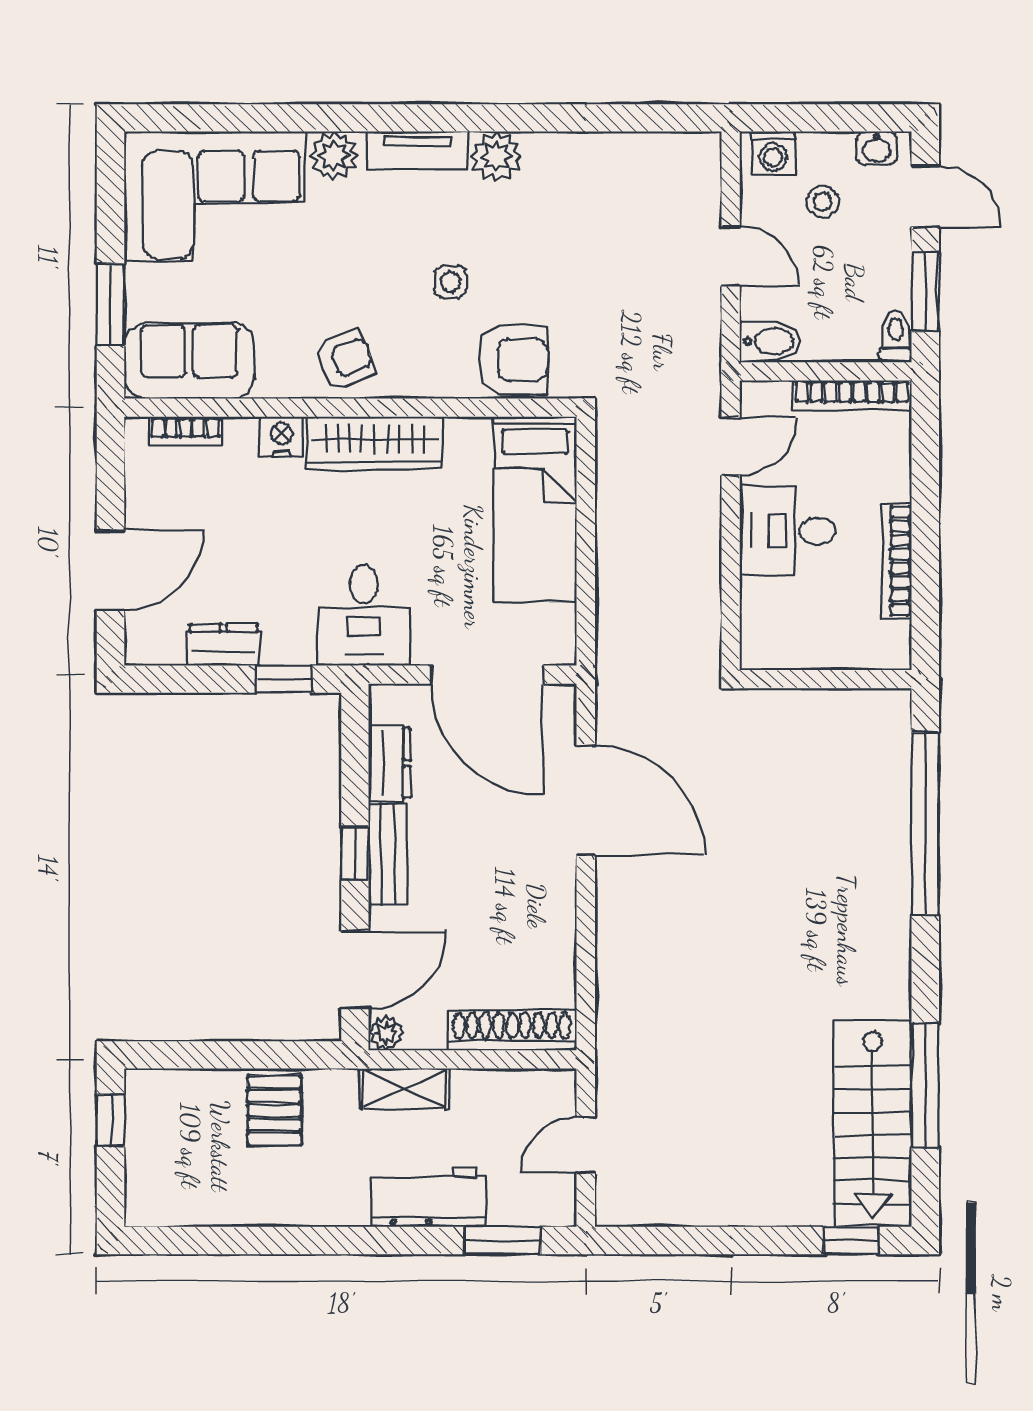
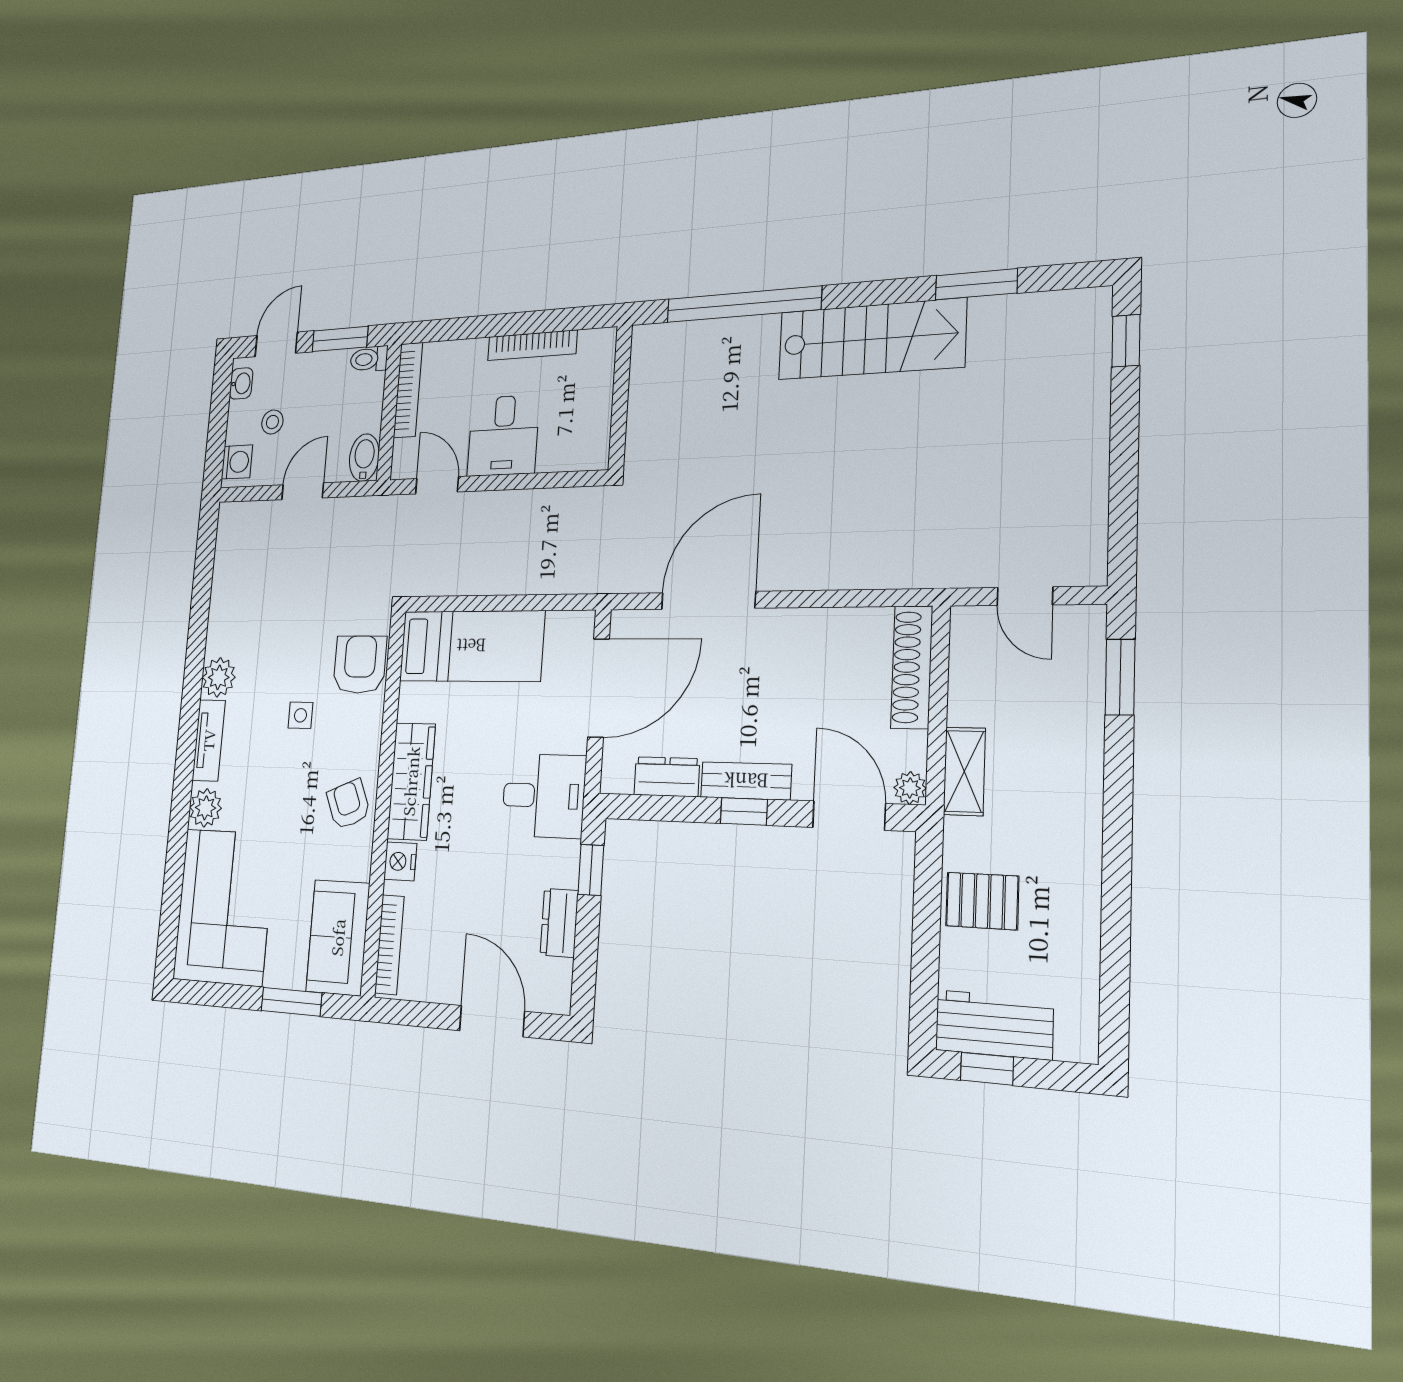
bookcase: (185, 431) -> (389, 945), width x1.56
window: (925, 1085) -> (976, 284), width x0.69
stairs: (873, 1124) -> (871, 339), moved
workbench: (428, 1197) -> (994, 1025), moved, turned 90

